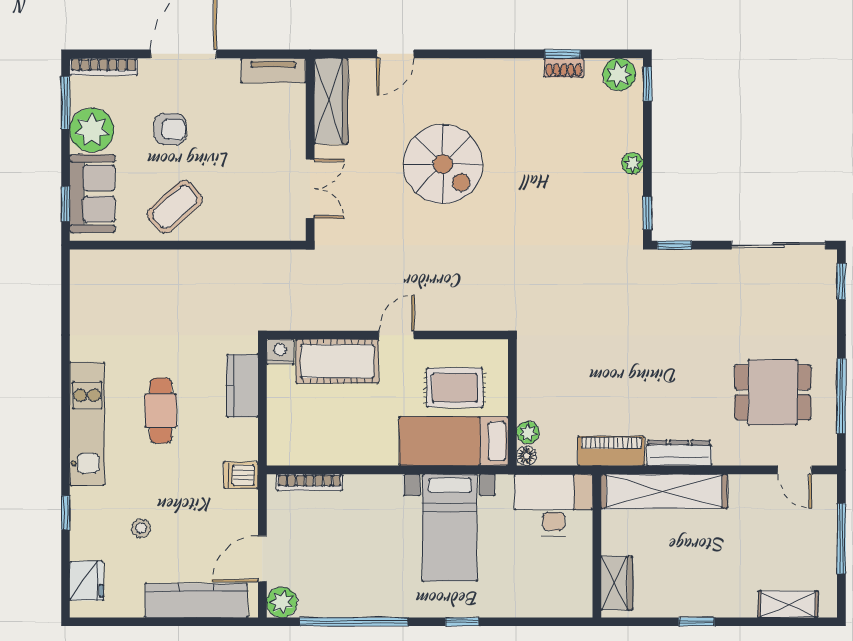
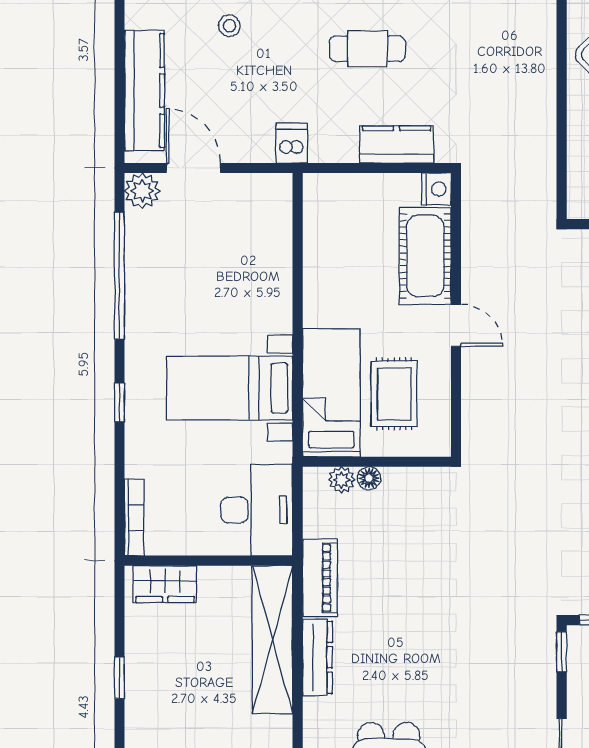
floor lamp: (527, 456) -> (369, 478), moved
bookcase: (310, 483) -> (134, 517), moved, turned 180

